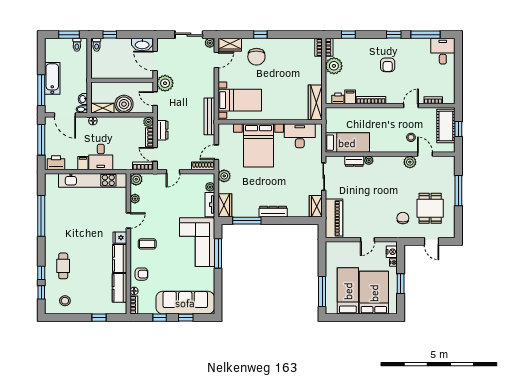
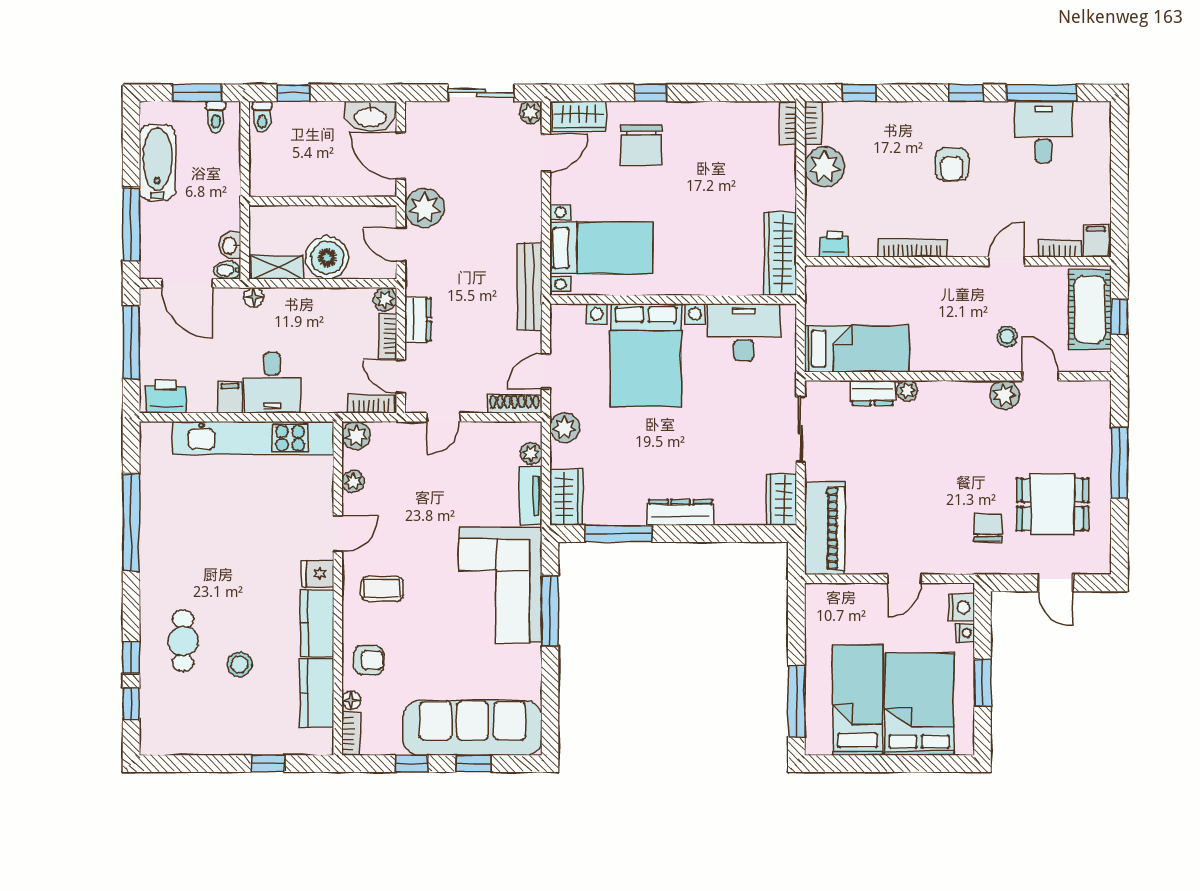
desk: (443, 51) -> (1044, 132), moved
bathtub: (52, 78) -> (157, 163), moved
filing cabinet: (350, 97) -> (1096, 241), moved
dining table: (430, 208) -> (1053, 504), turned 90
stool: (65, 301) -> (239, 664), moved

